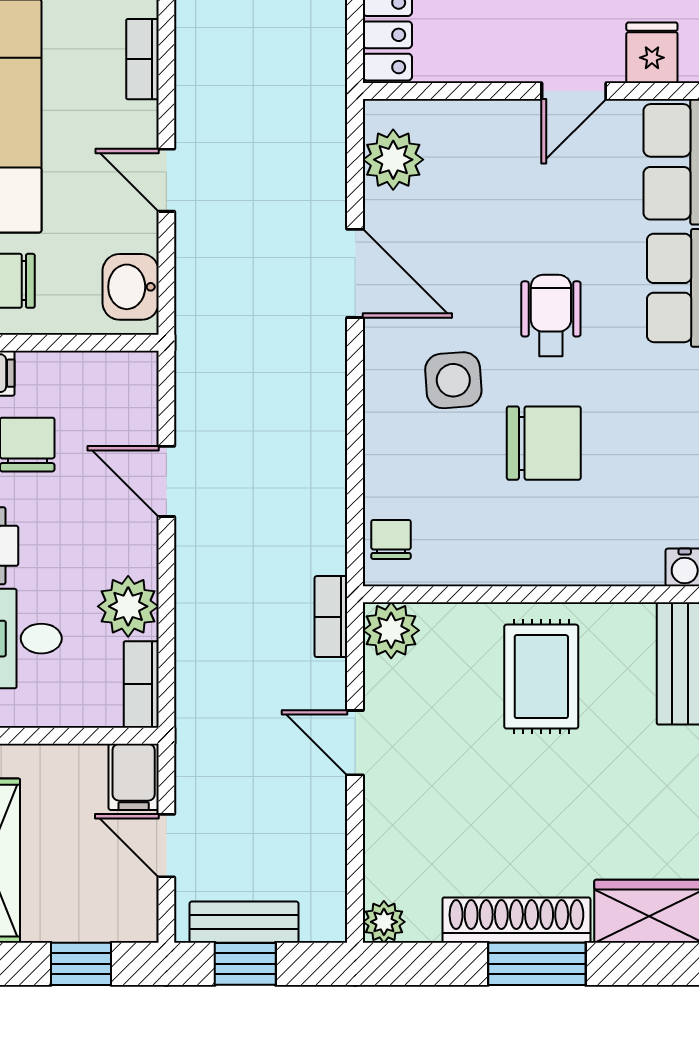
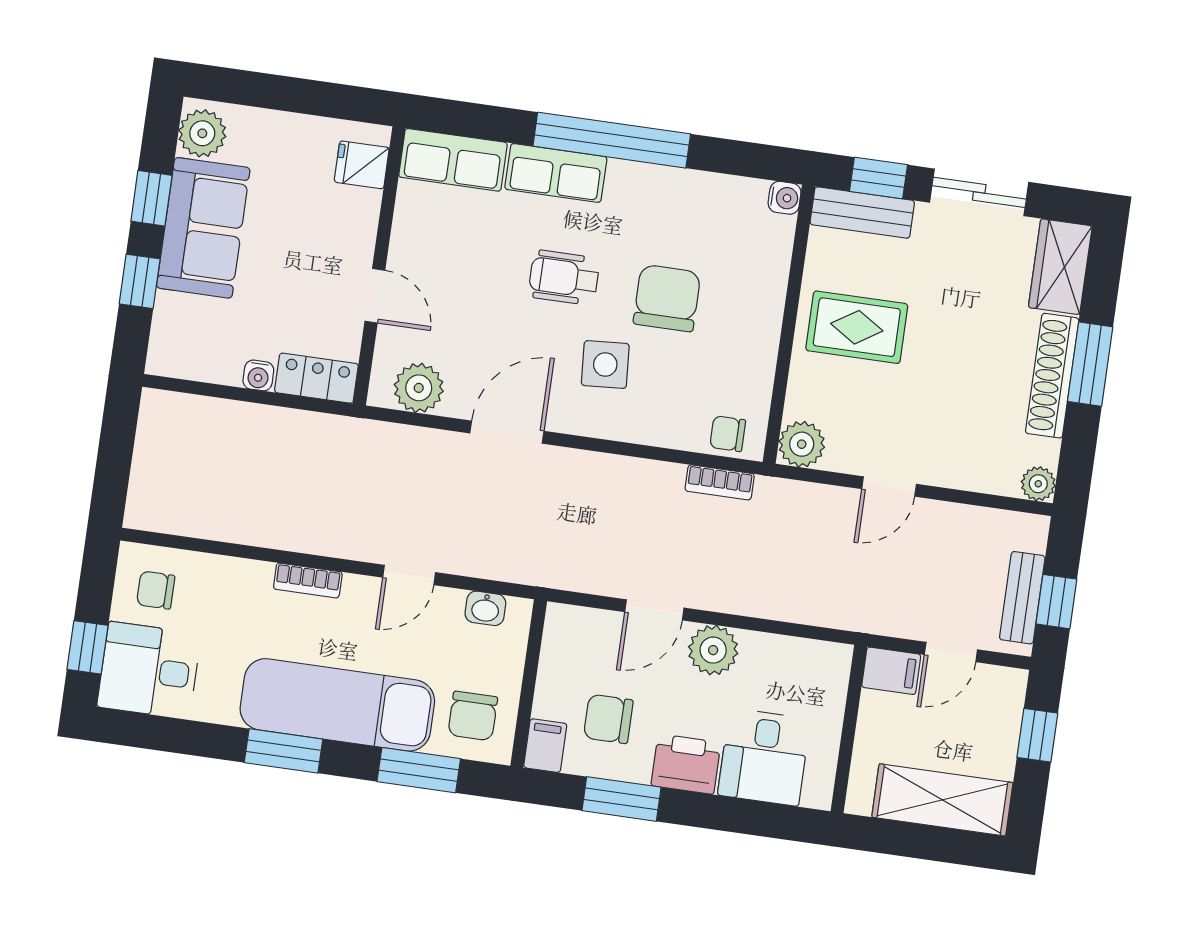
door: (574, 91) -> (375, 296), moved
washbasin: (131, 287) -> (485, 608), width x0.72, depth x0.69
plant: (128, 606) -> (713, 650), moved
bookcase: (331, 617) -> (720, 482), moved
bookcase: (141, 684) -> (817, 654), removed

